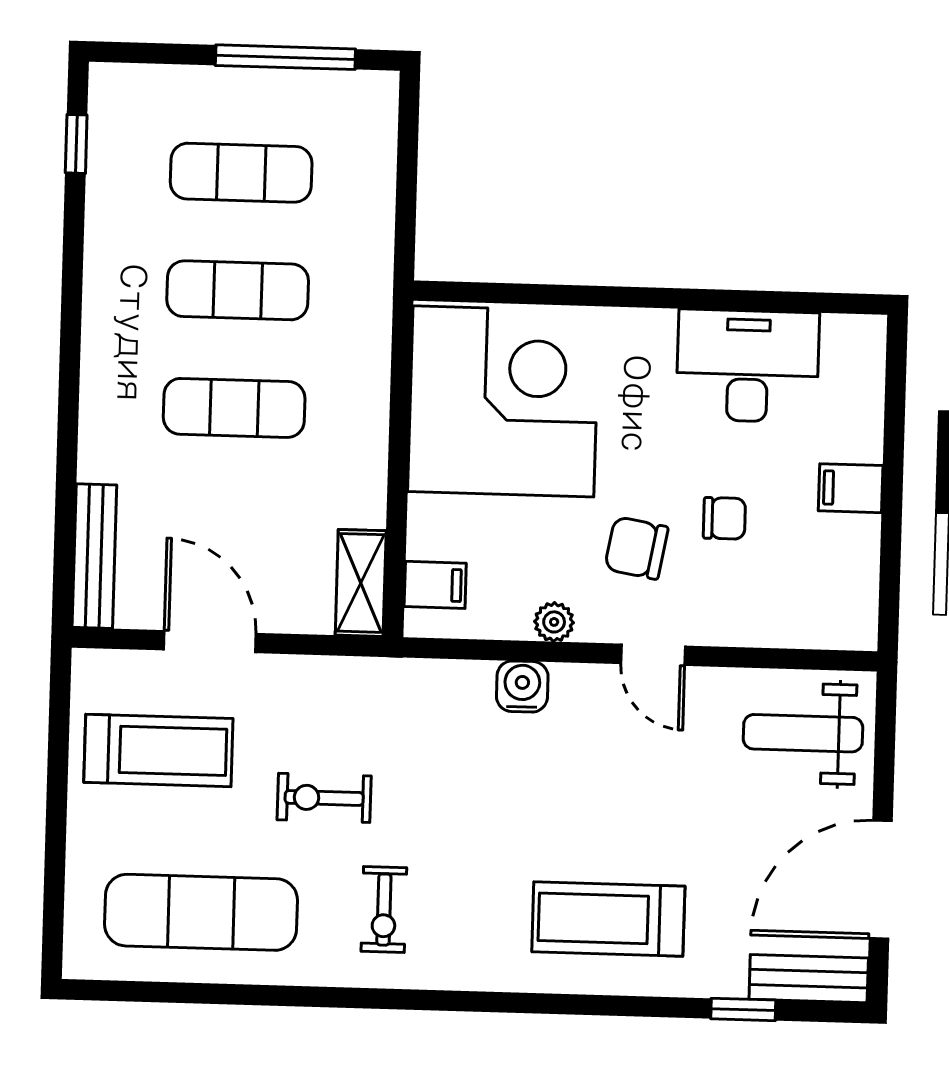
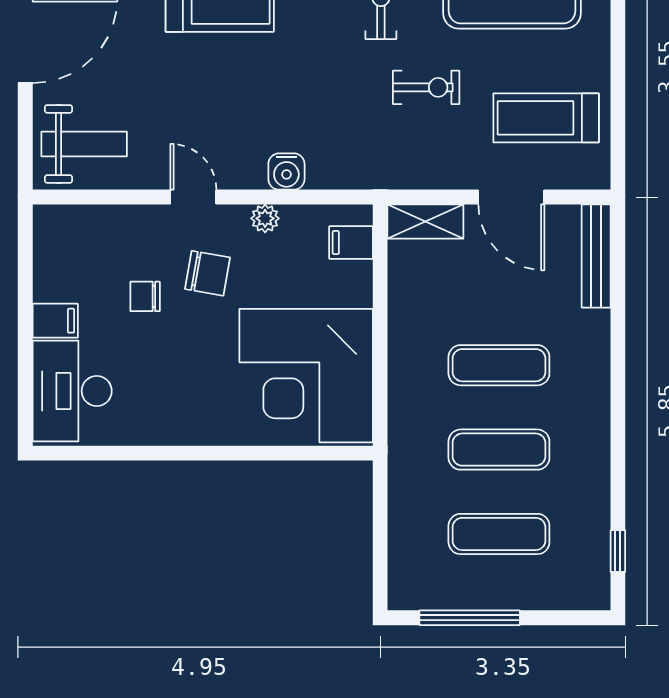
desk: (748, 366) -> (72, 391), moved, turned 90
shelving: (361, 583) -> (425, 221), moved, turned 90

